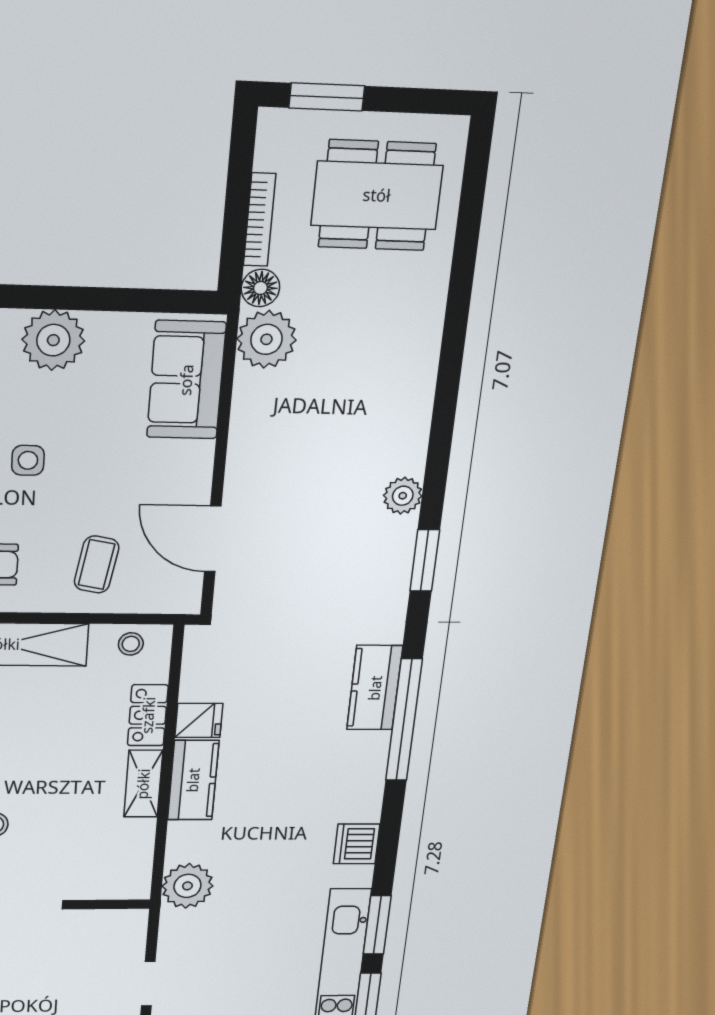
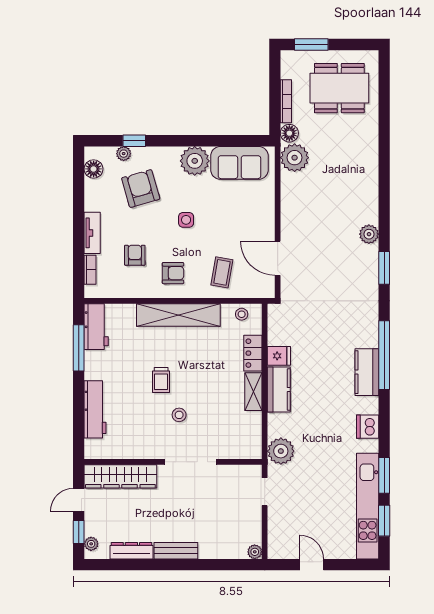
sofa: (186, 380) -> (239, 163), moved, turned -90
kitchen counter: (375, 688) -> (367, 372), moved
doorway: (148, 984) -> (265, 492), moved

